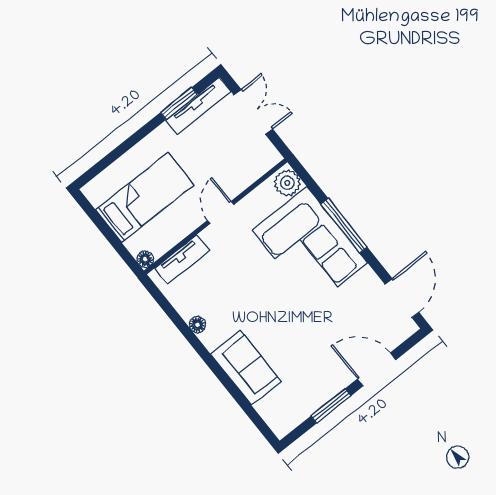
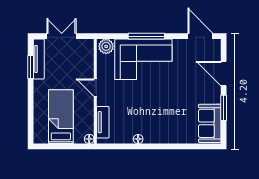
sofa: (246, 368) -> (210, 123), moved, turned -90
door: (377, 369) -> (224, 74), hinge flipped

